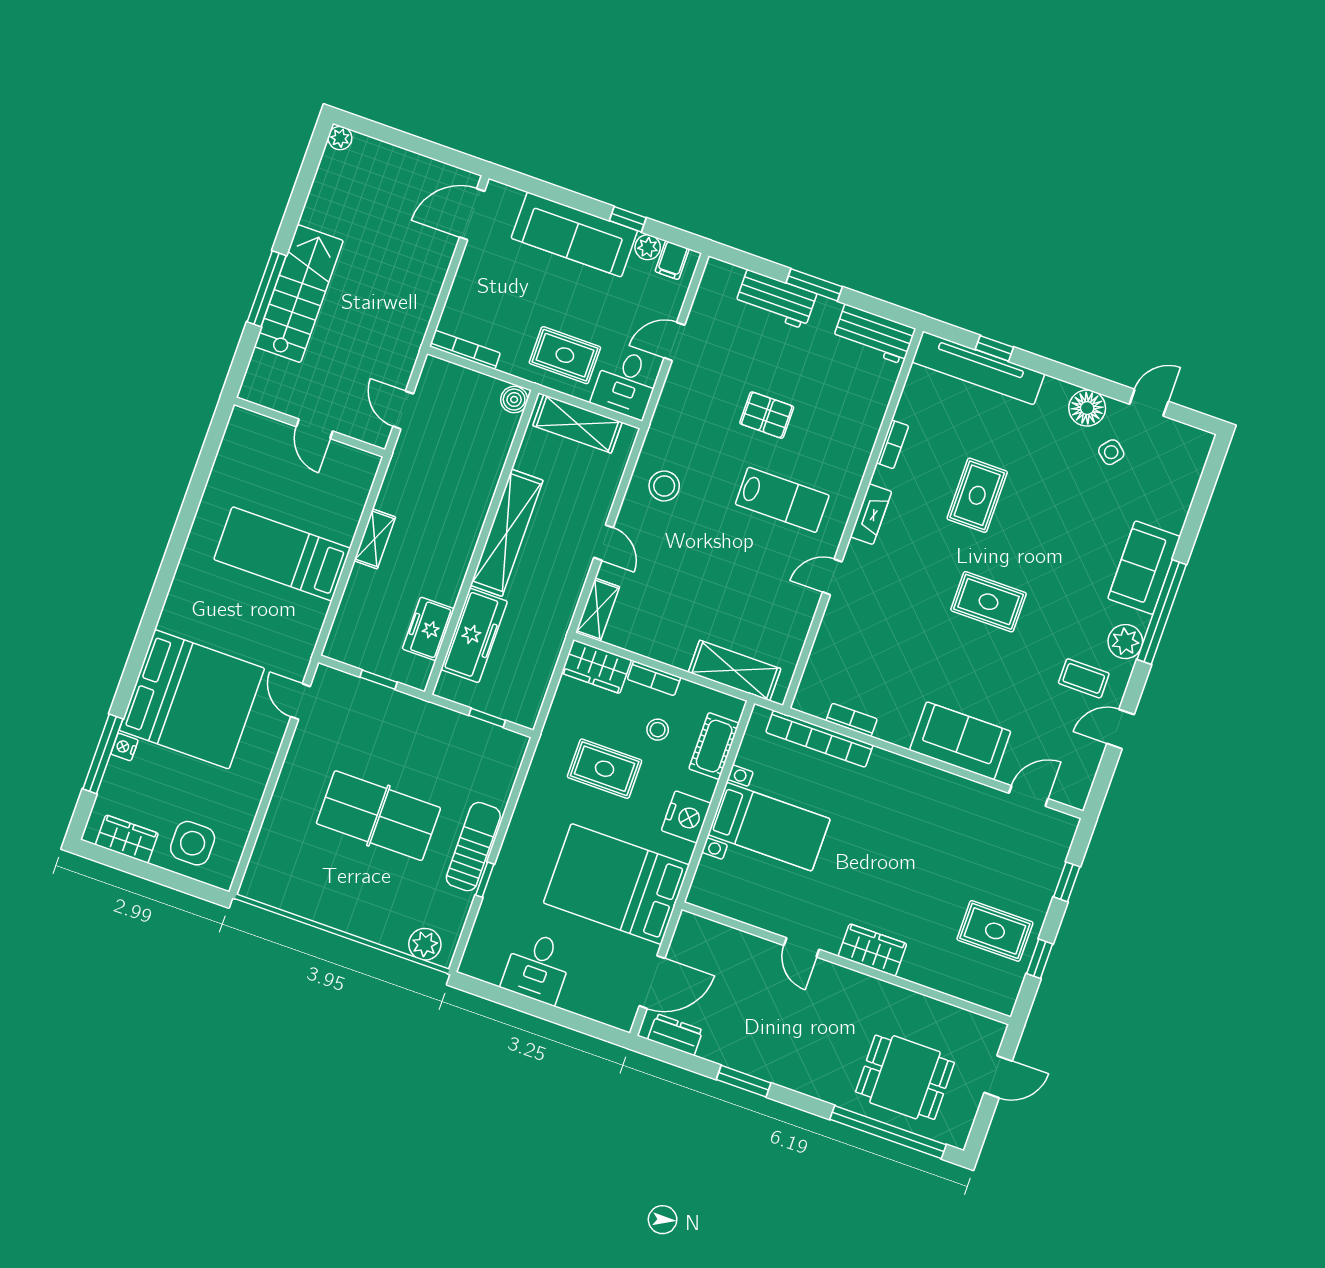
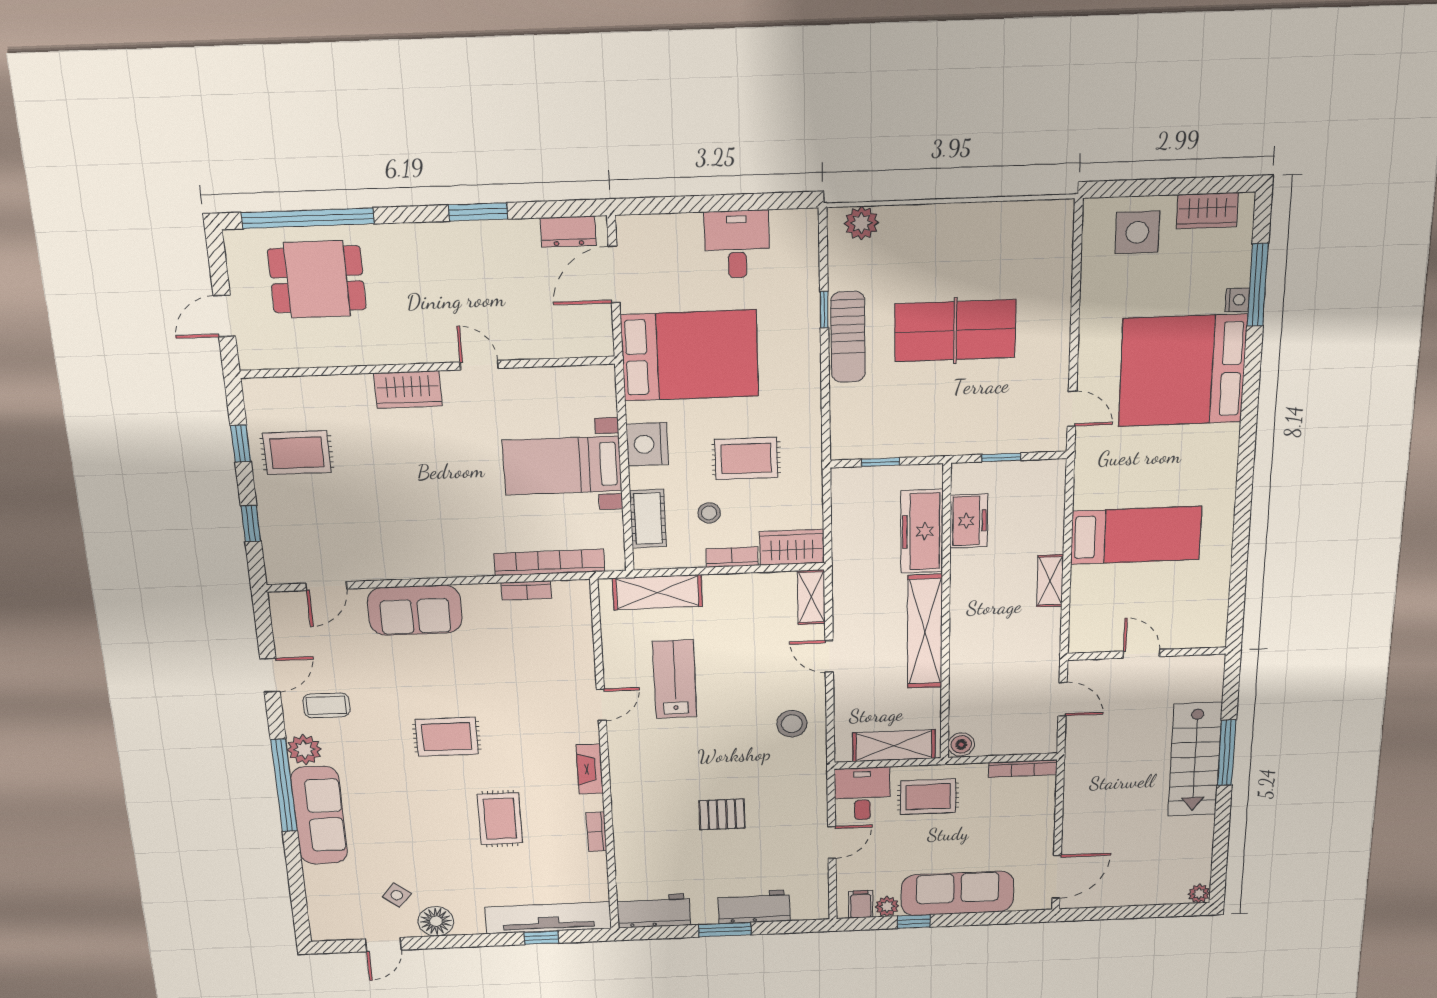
lab bench: (782, 500) -> (675, 679), moved, turned 90
sofa: (1144, 568) -> (319, 815), width x1.36

